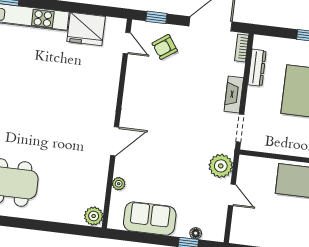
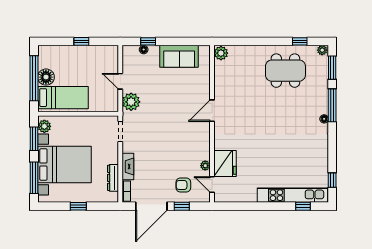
window: (156, 17) -> (182, 206), moved
fridge: (86, 29) -> (225, 163), moved, turned 90
armchair: (165, 47) -> (183, 185), turned -145
fireplace: (234, 95) -> (128, 167), moved
plant: (119, 184) -> (205, 166), moved

